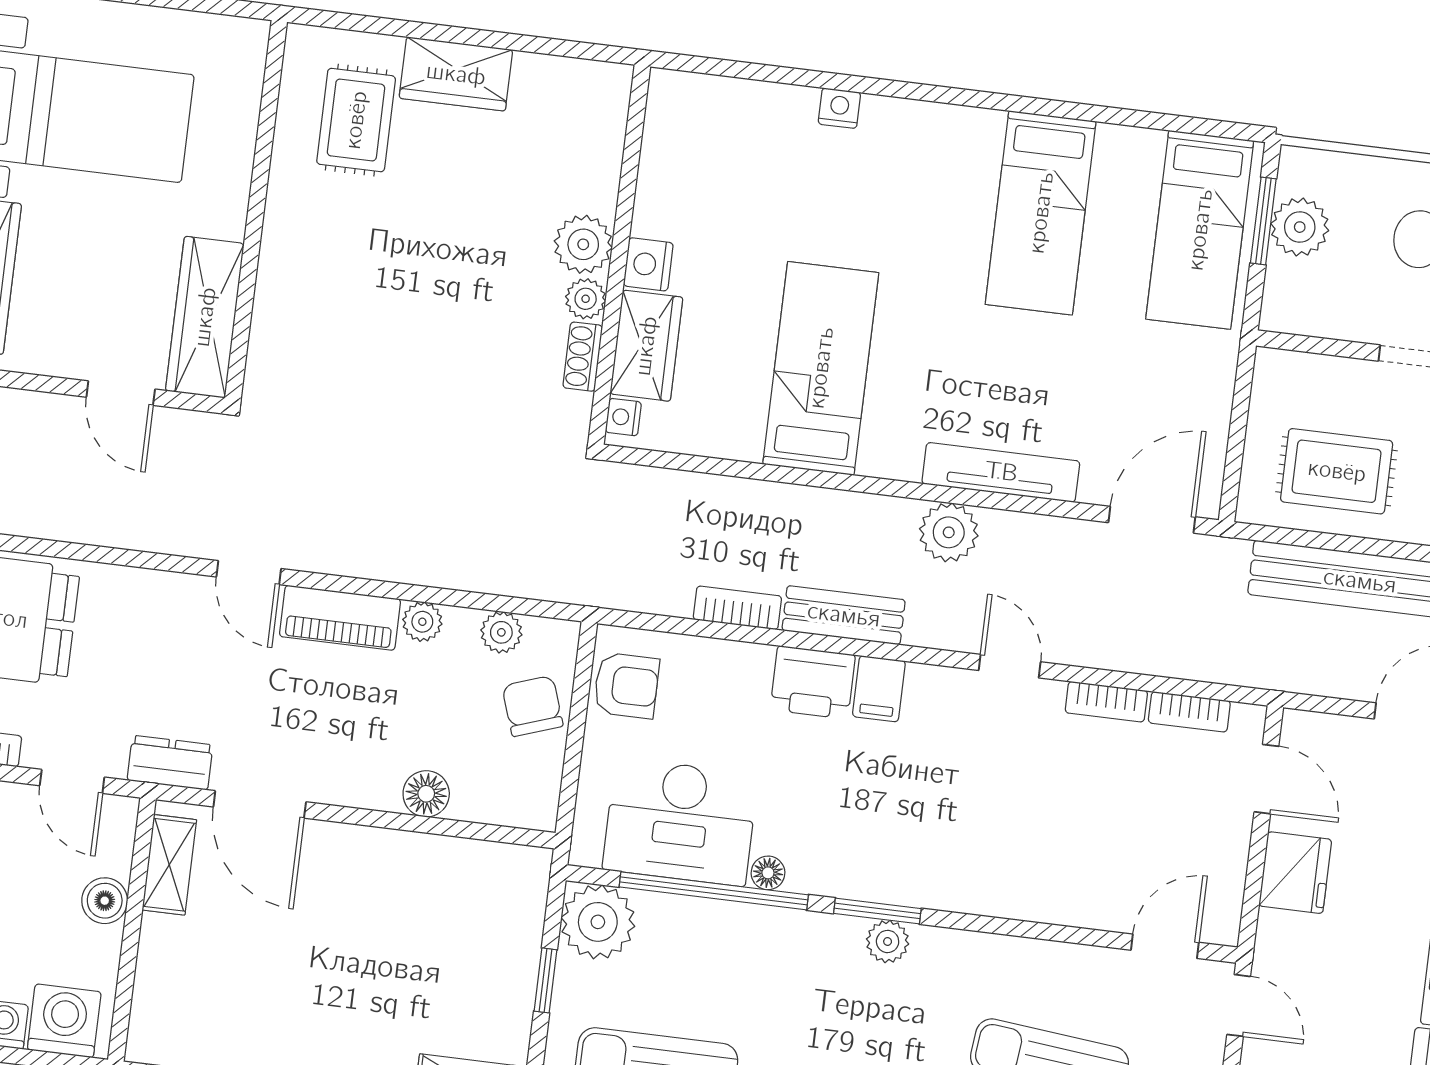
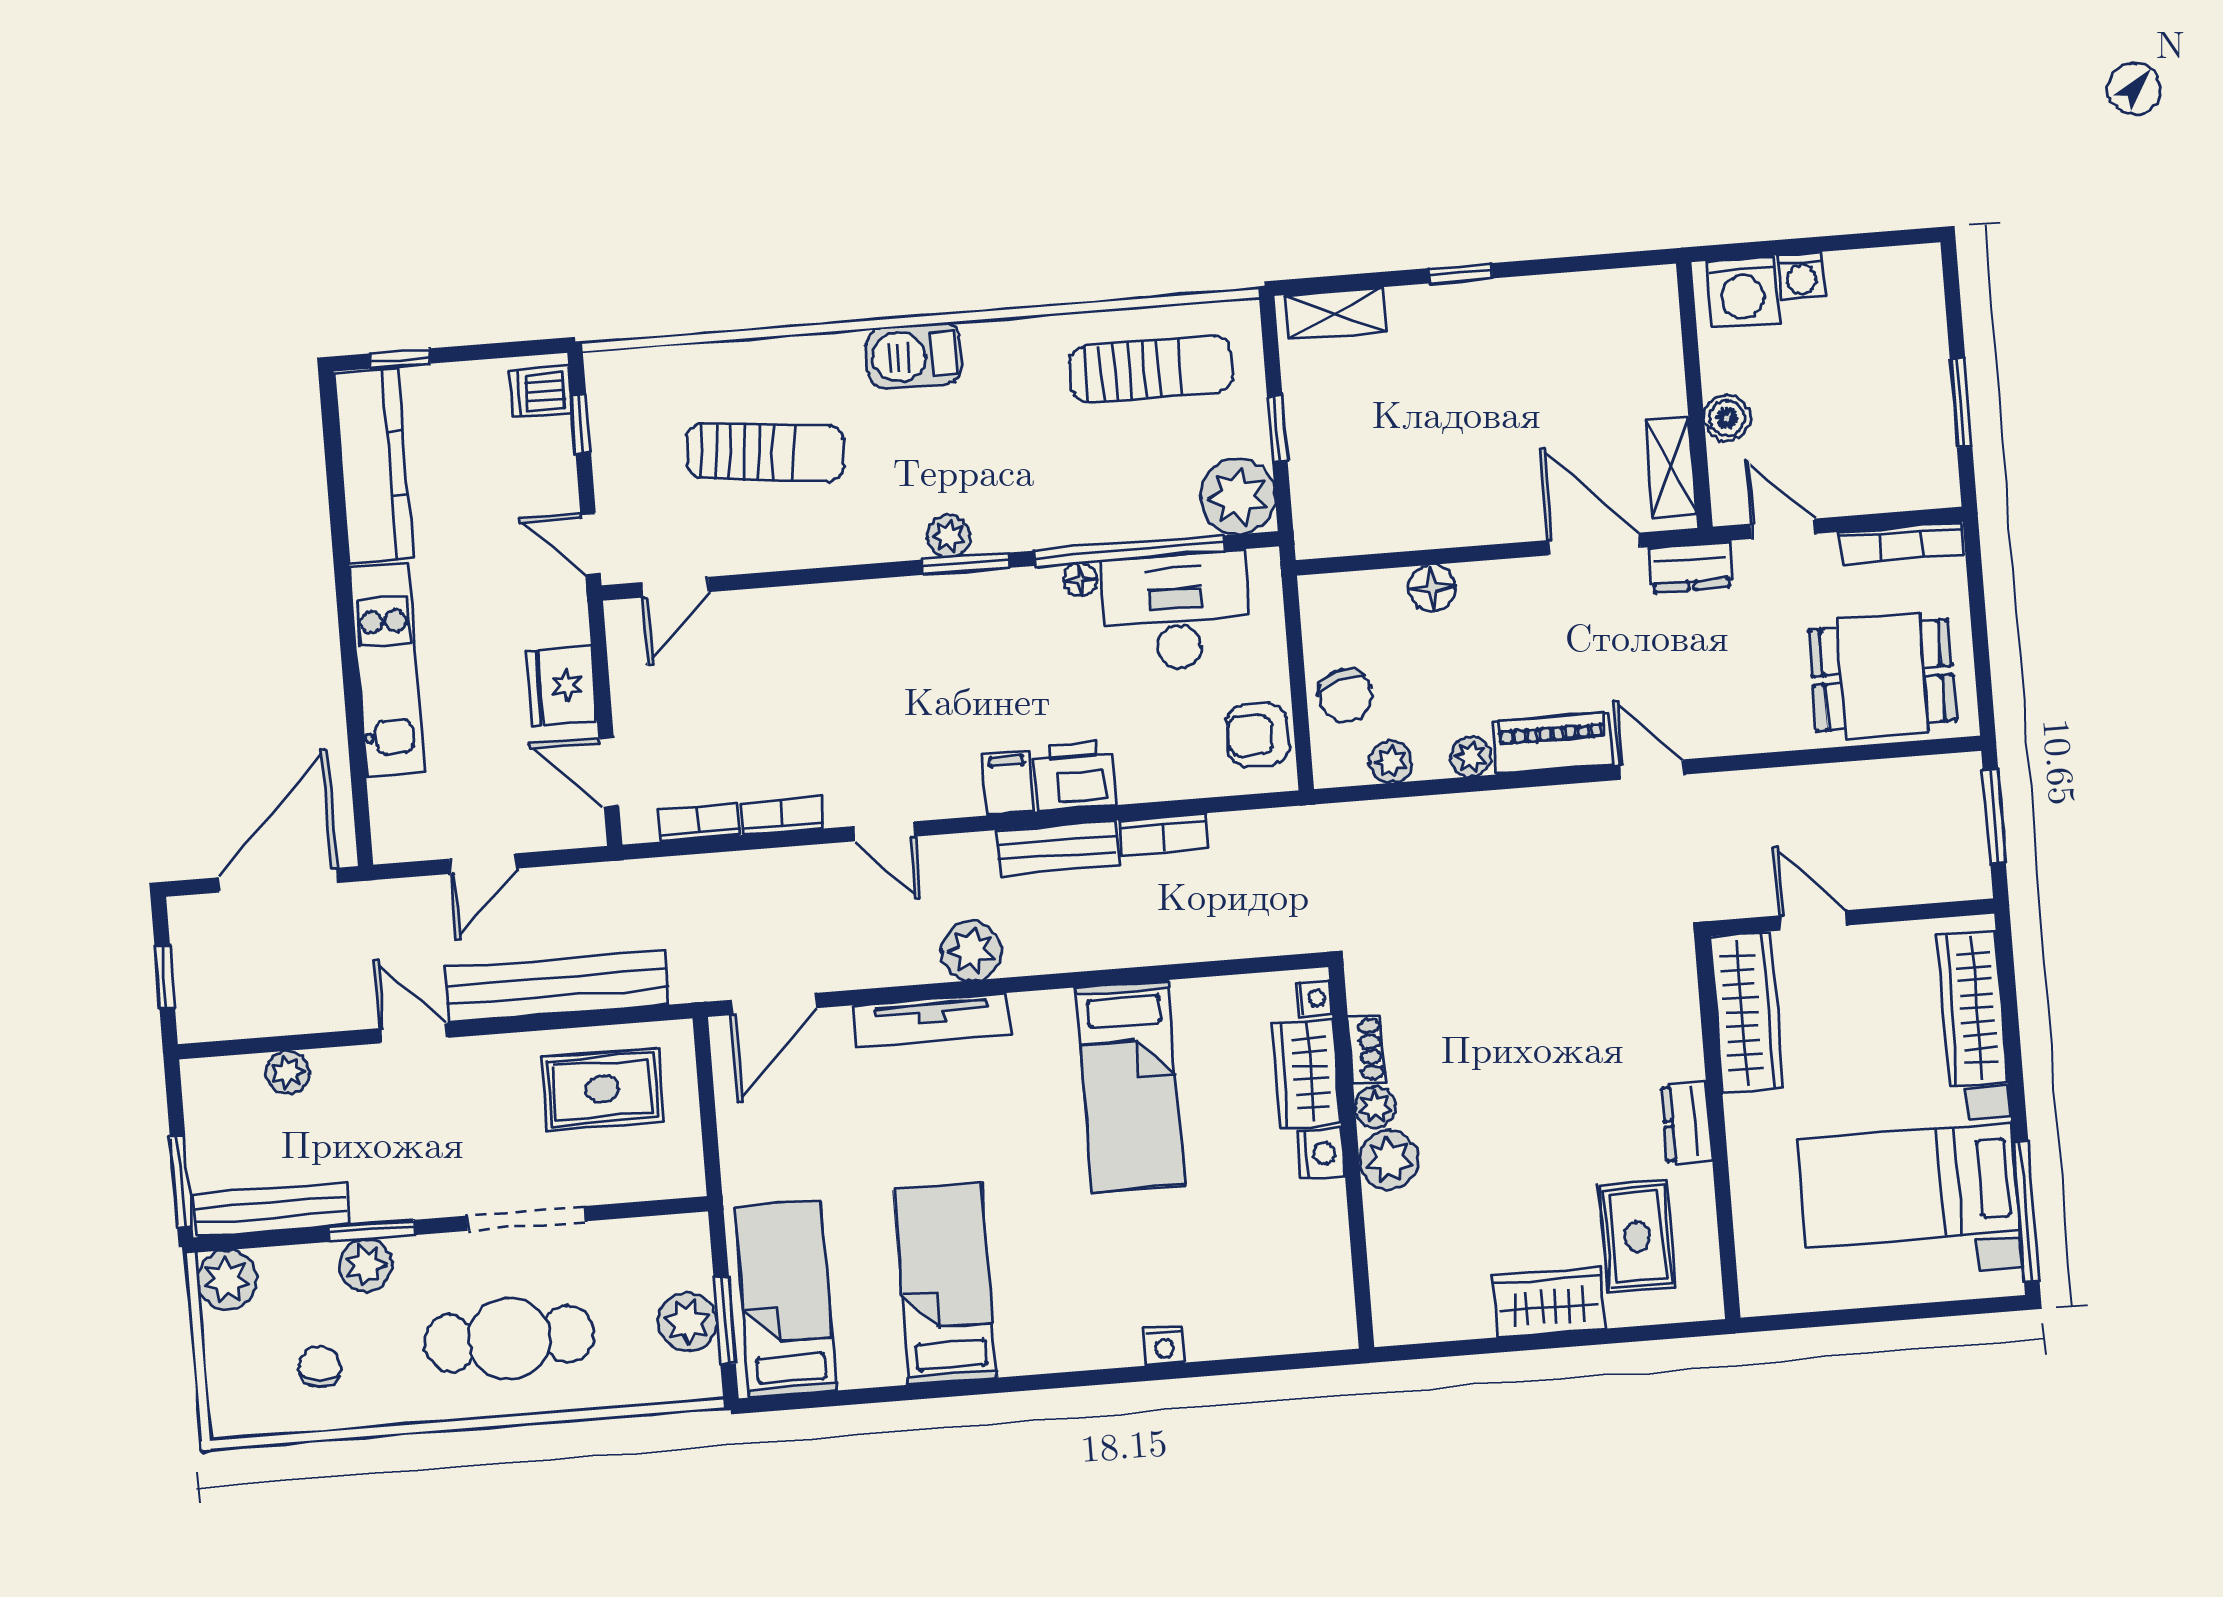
dresser: (285, 221) -> (1687, 1123), added

